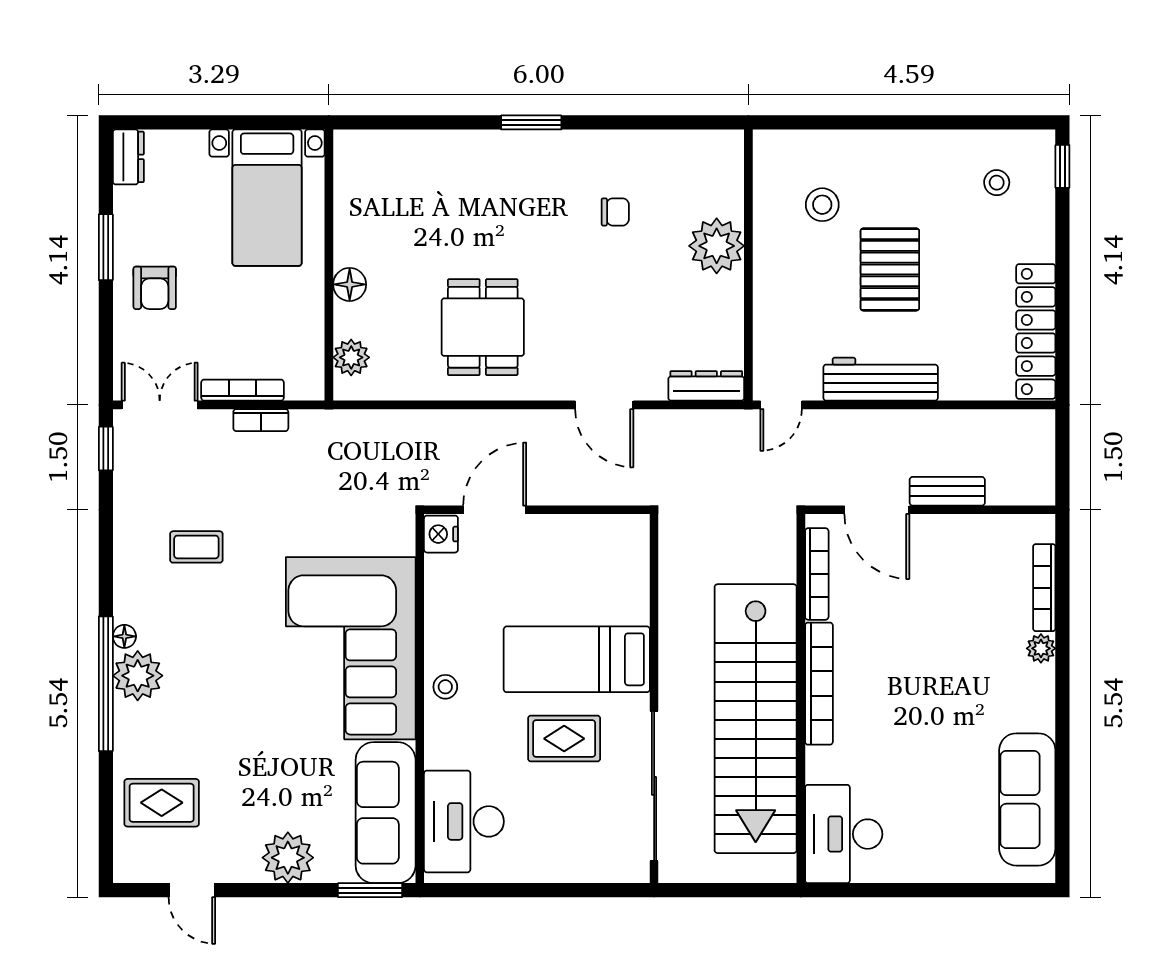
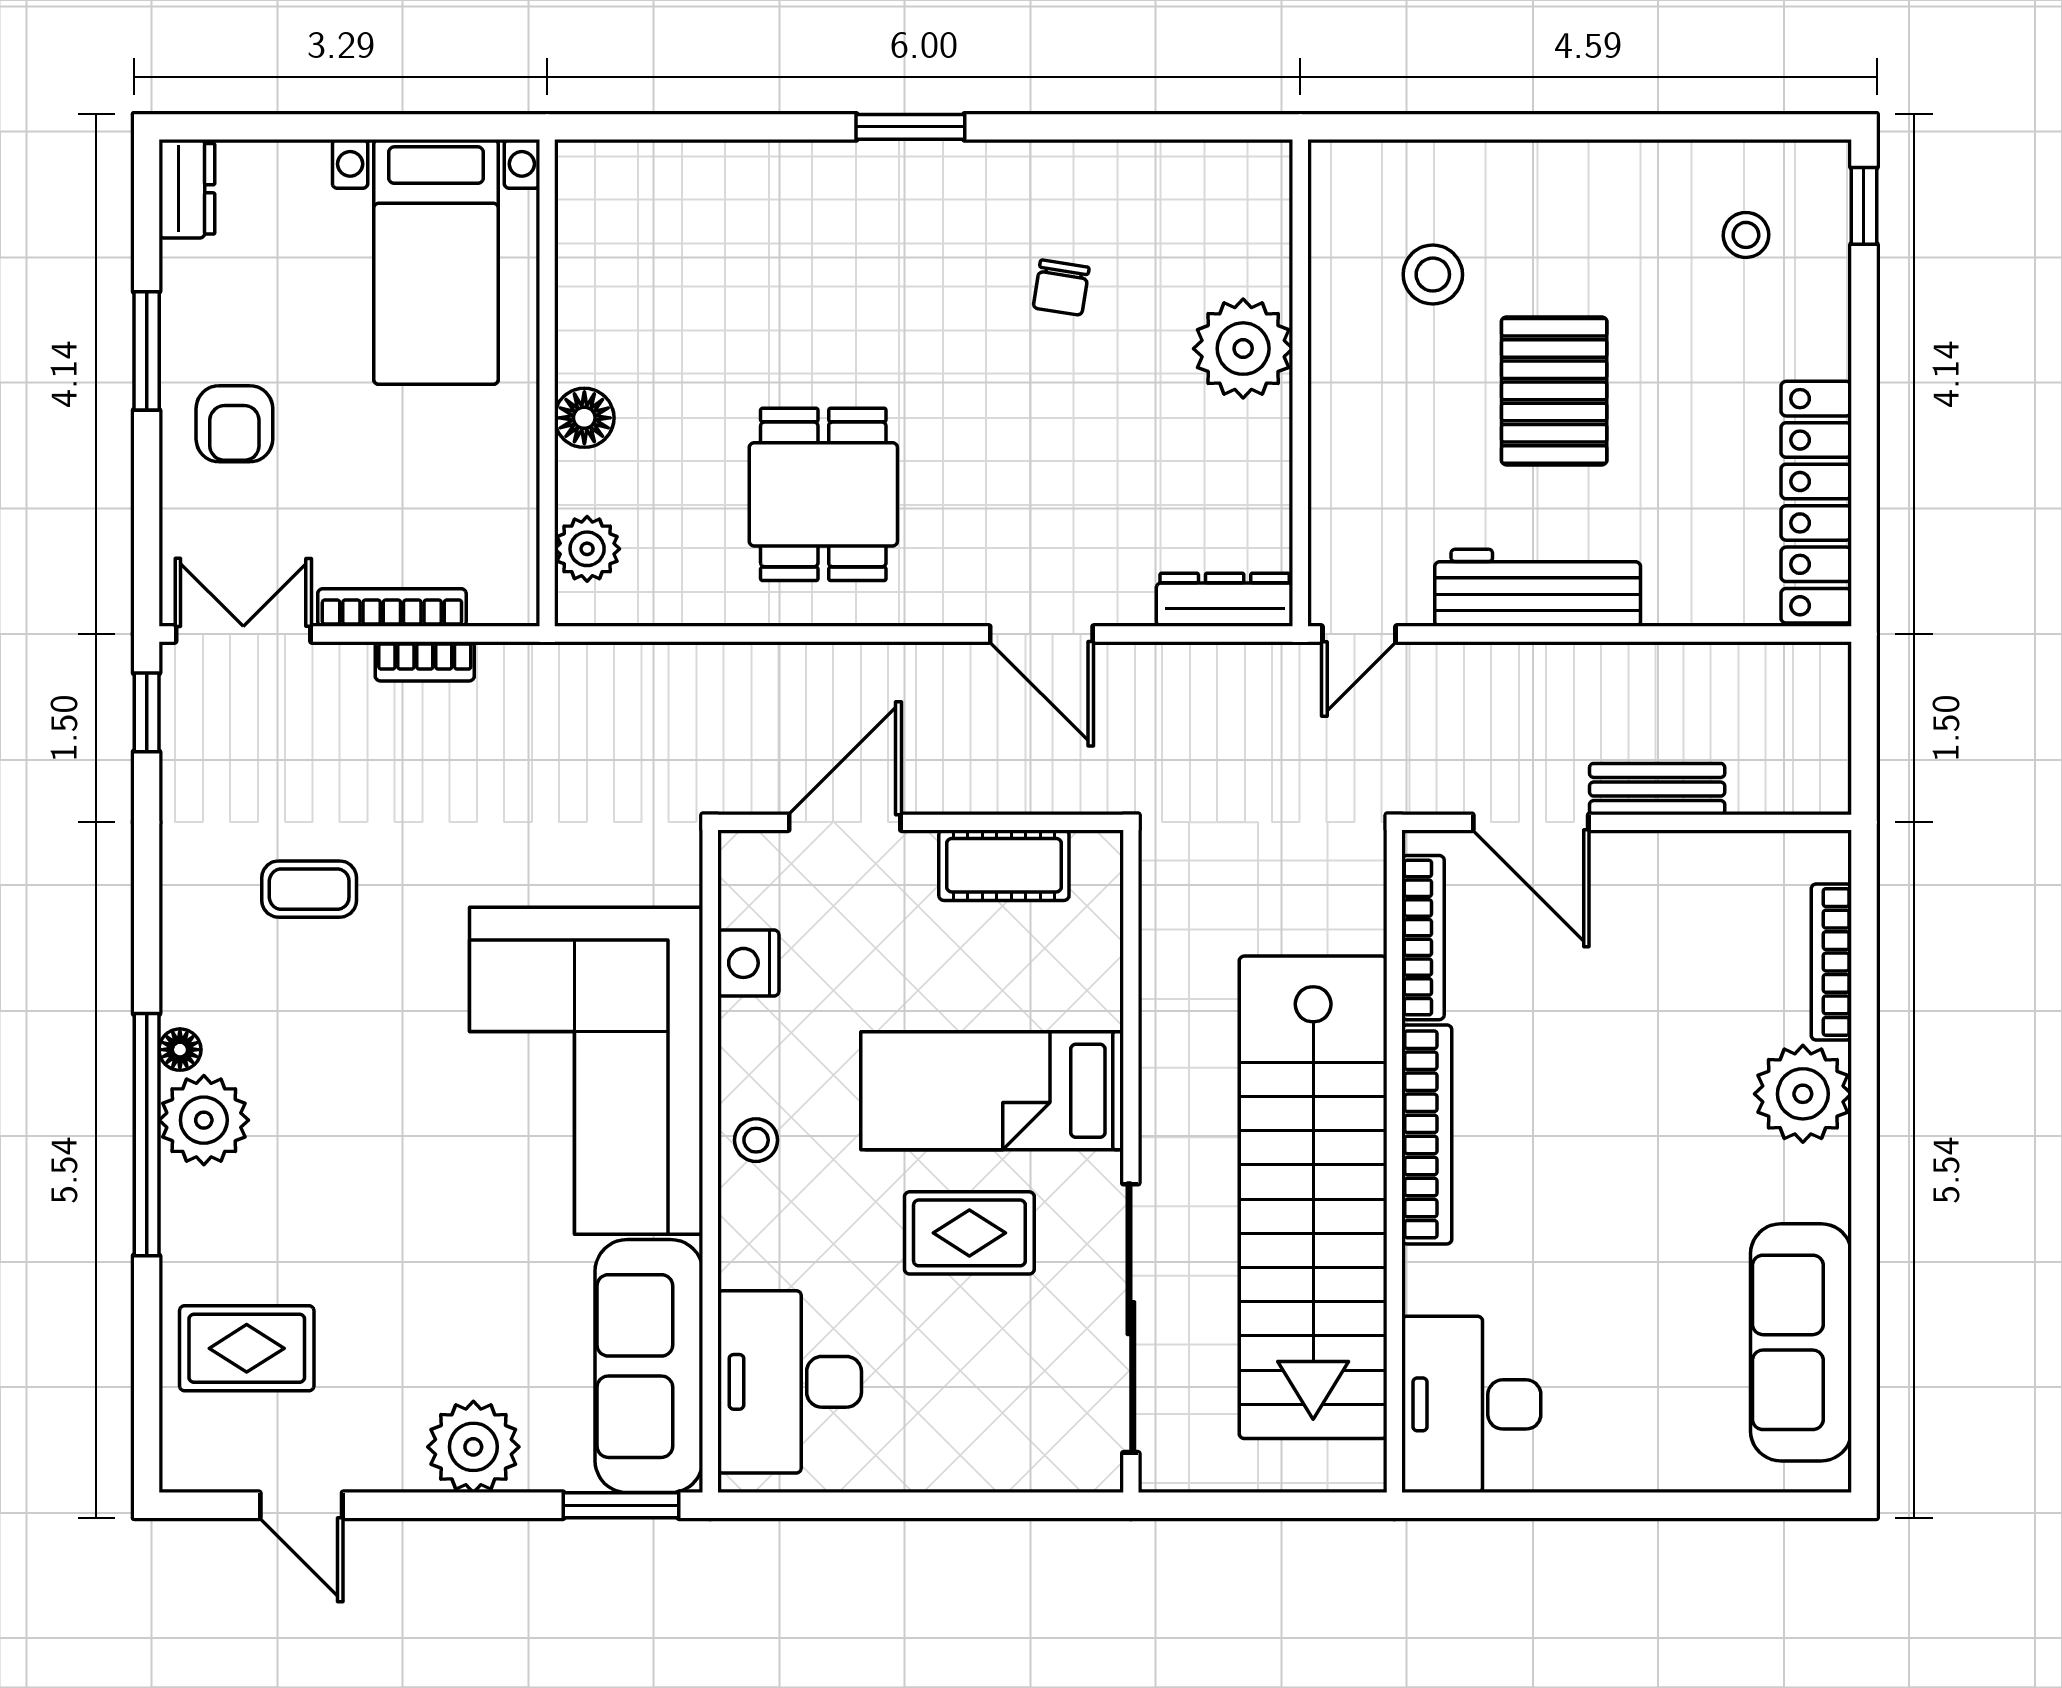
chair: (615, 212) -> (1061, 288), turned 99
nightstand: (441, 534) -> (748, 963), moved
cot: (583, 534) -> (1004, 865), added
plant: (1041, 648) -> (1803, 1094), width x1.88, depth x1.88

